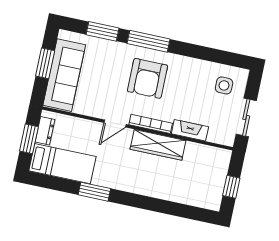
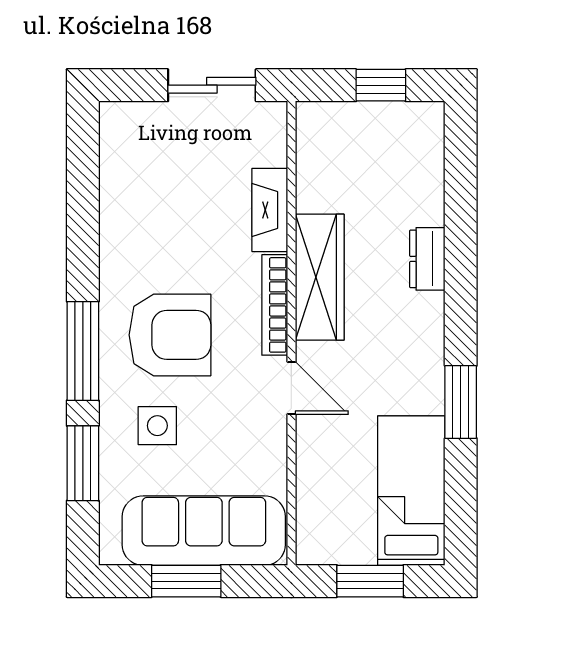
side table: (224, 85) -> (157, 426), moved
dresser: (45, 131) -> (427, 259), moved, turned -90

